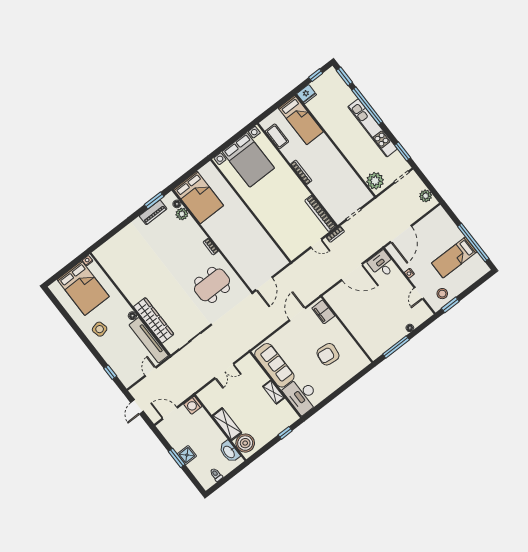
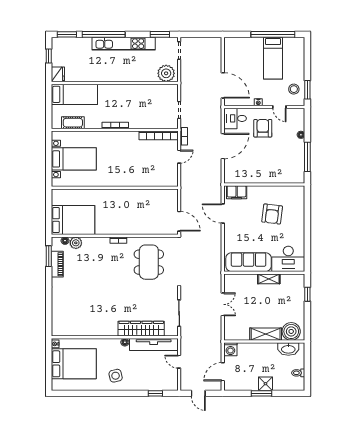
bed with nightstands: (248, 160) -> (74, 159), width x0.73
plant: (426, 196) -> (208, 43), removed
armchair: (391, 293) -> (263, 128), added

